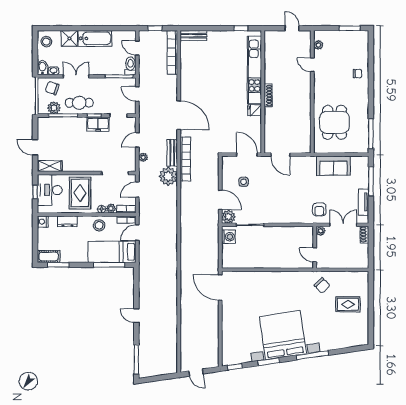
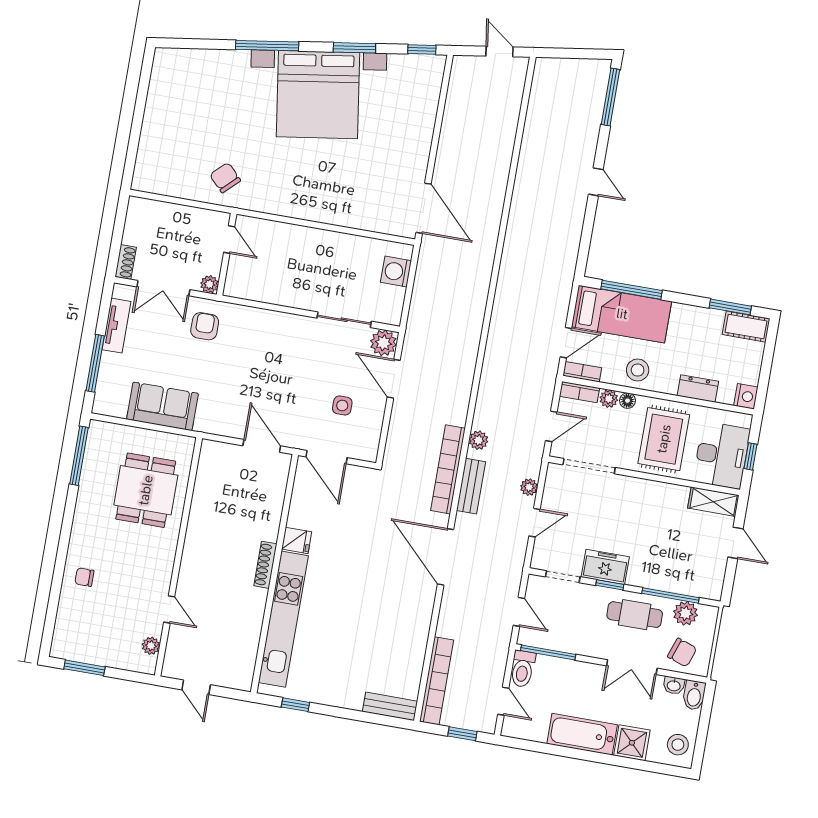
plant: (168, 176) -> (478, 440), width x0.53, depth x0.53
washing machine: (228, 237) -> (396, 272), moved
rug: (348, 304) -> (181, 132), removed

